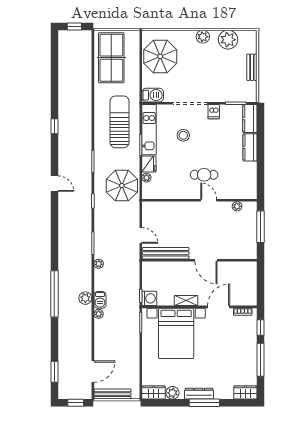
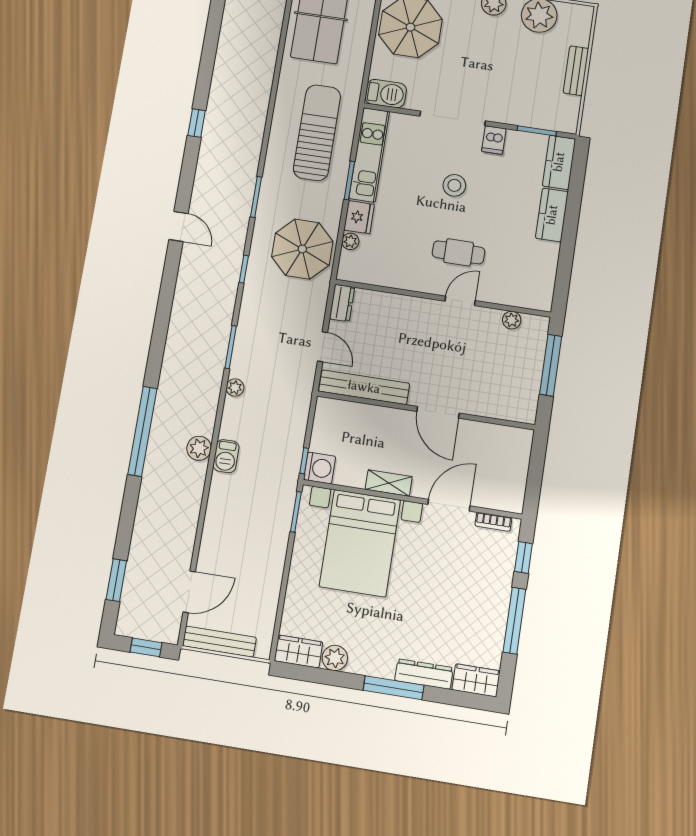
stool: (183, 135) -> (454, 185), moved
door: (209, 200) -> (460, 301), hinge flipped
dresser: (147, 211) -> (342, 303), added
plant: (99, 314) -> (219, 482), removed
dresser: (199, 394) -> (424, 674), moved

